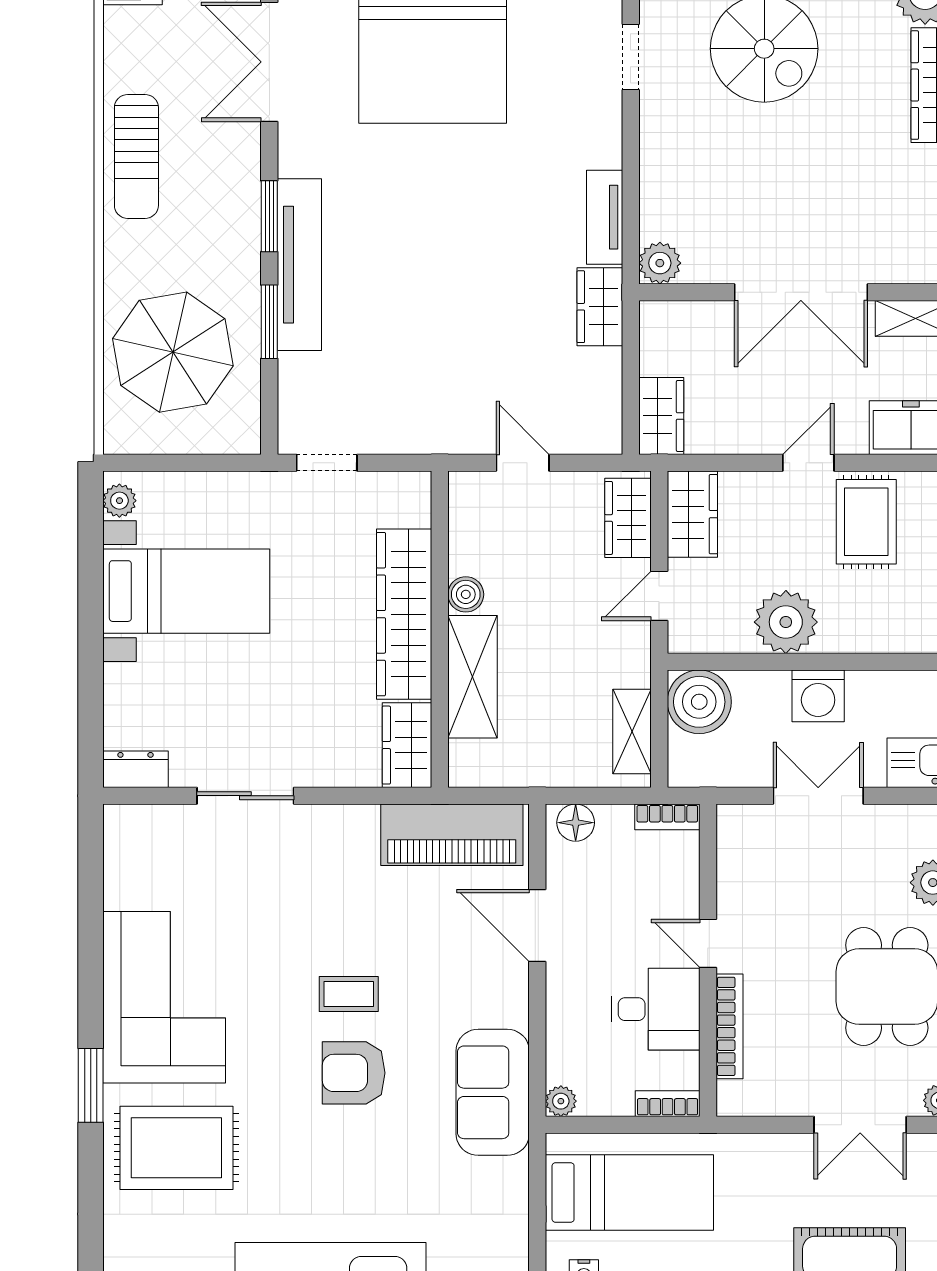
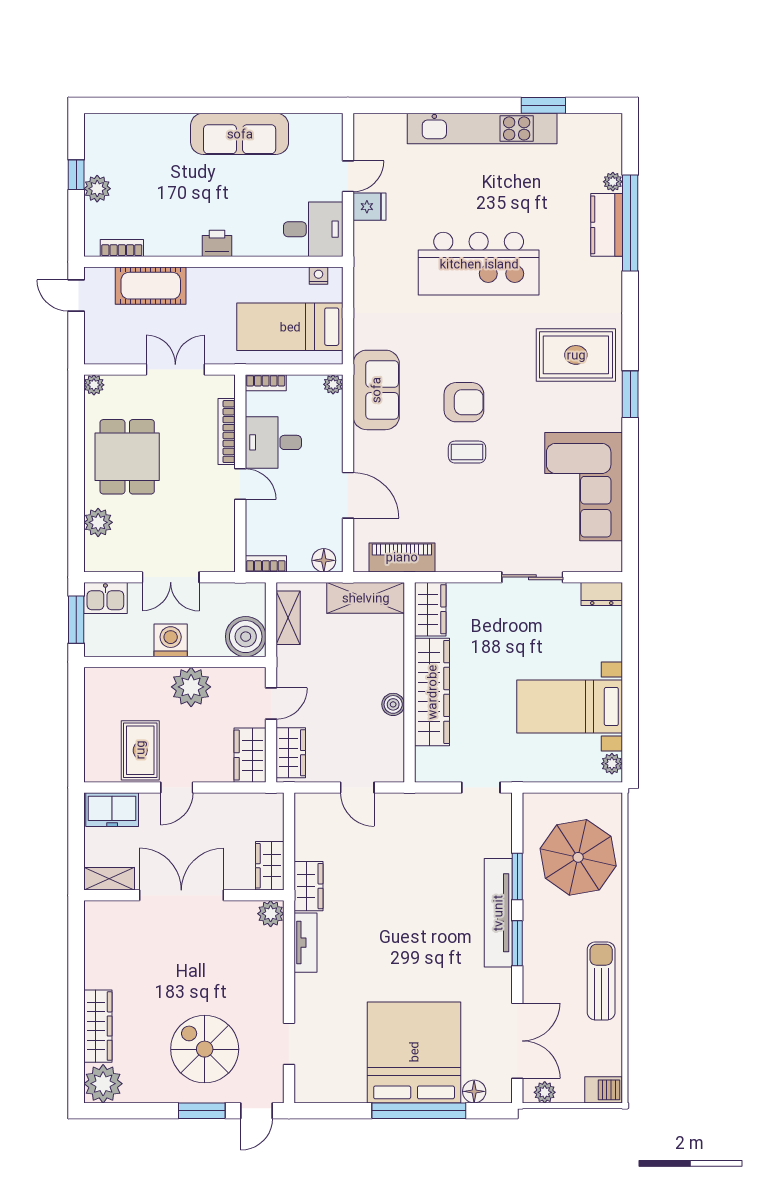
wardrobe: (661, 416) -> (270, 866), moved
shelving: (473, 677) -> (366, 598), moved, turned 90
piano: (452, 835) -> (402, 557), width x0.73, depth x0.75
corner sofa: (164, 997) -> (584, 487), moved
double door: (860, 1125) -> (175, 370), moved

